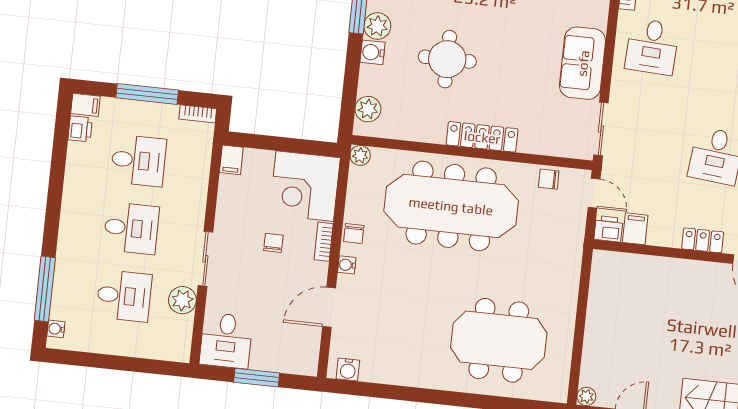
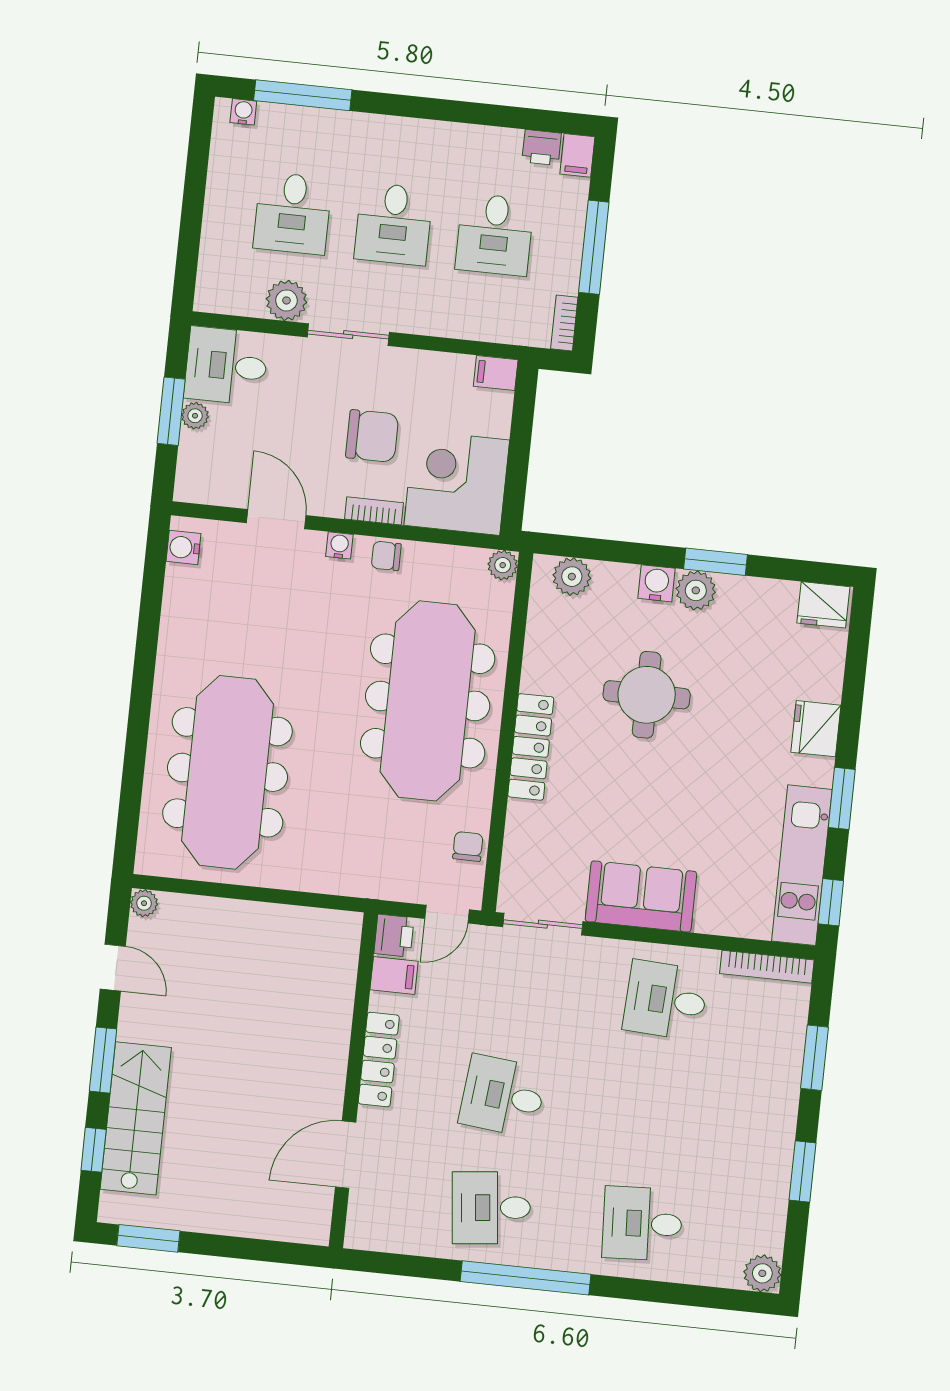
locker: (703, 240) -> (379, 1060), width x1.53
chair: (273, 243) -> (372, 436), width x1.87, depth x1.87
meeting table: (499, 340) -> (227, 772), width x1.36
plant: (260, 362) -> (195, 416), added

